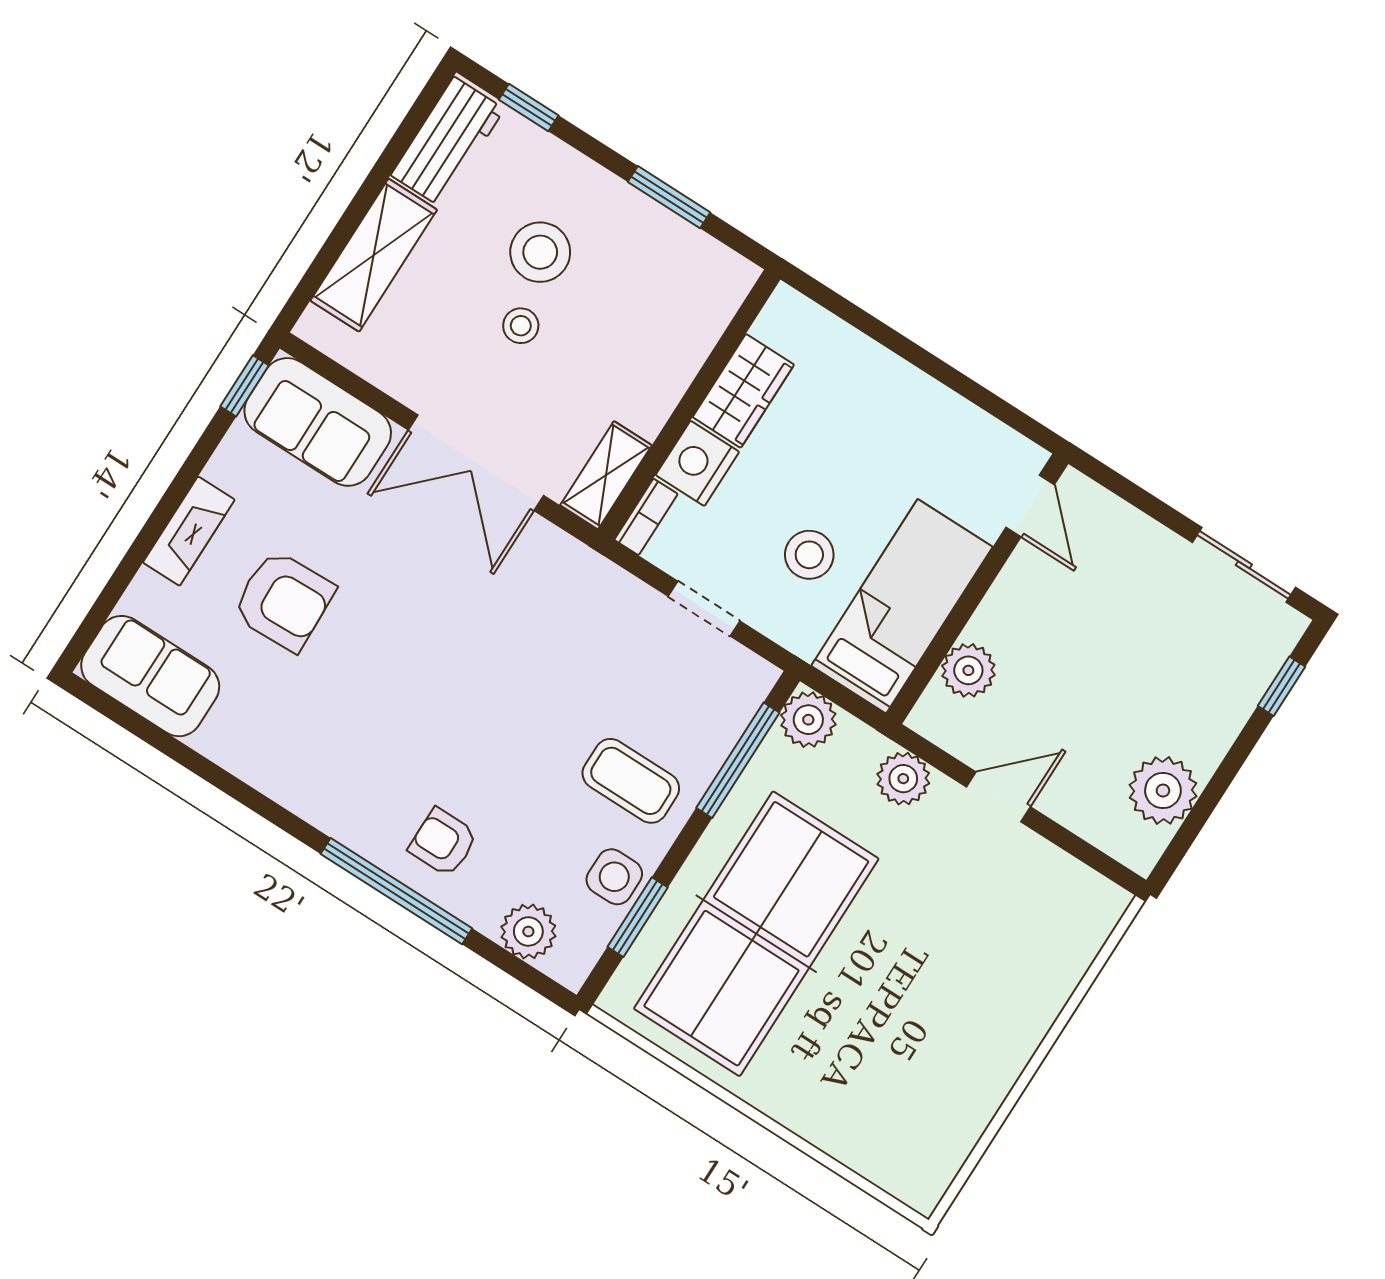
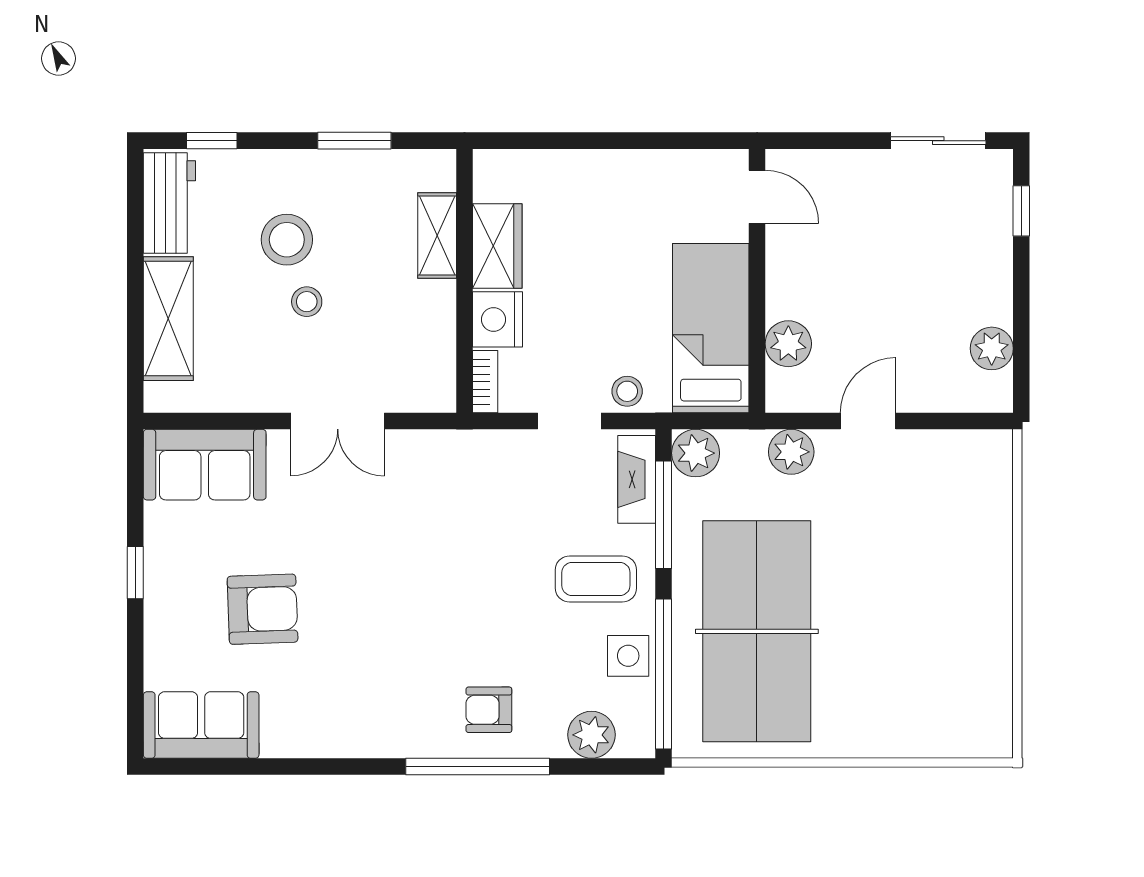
window: (244, 386) -> (135, 573), moved
double door: (476, 463) -> (338, 421), width x0.73
shelving: (606, 475) -> (437, 235), moved
fireplace: (189, 531) -> (637, 479), moved, turned 180
stool: (809, 555) -> (627, 391), moved, width x0.73, depth x0.73
plant: (1163, 791) -> (992, 348), width x0.73, depth x0.73
window: (638, 917) -> (664, 674), width x2.11

